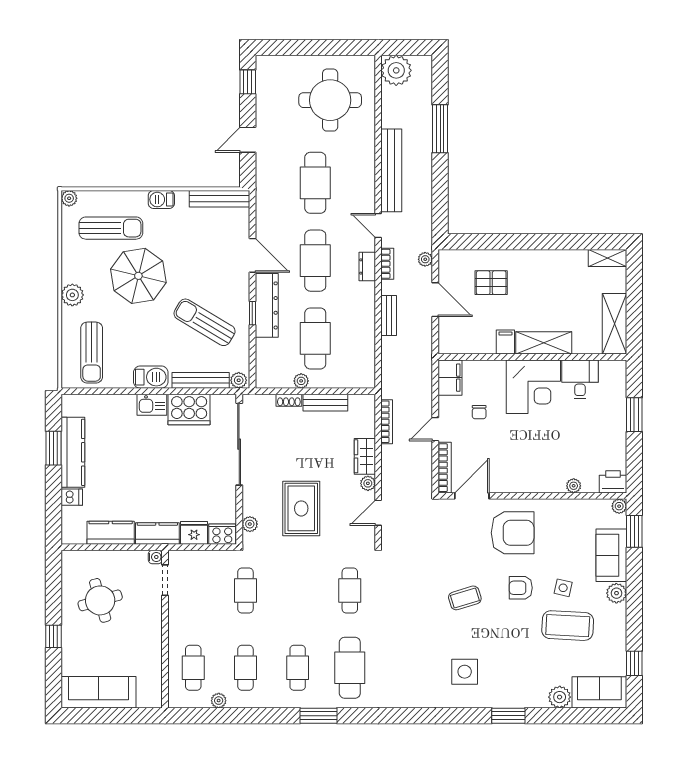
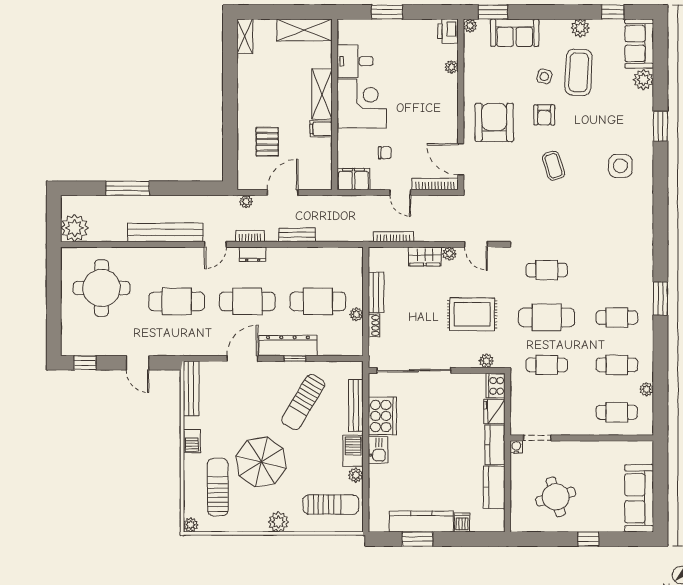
plant: (239, 380) -> (356, 475), moved
plant: (616, 593) -> (580, 28), moved
cafe table: (350, 668) -> (547, 317), moved

